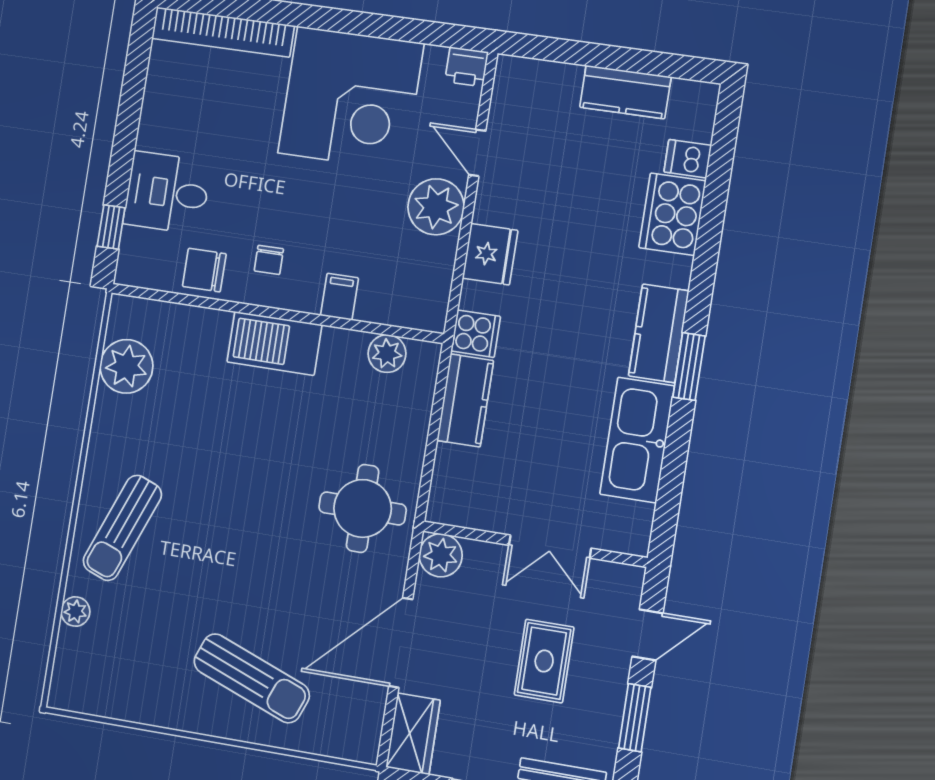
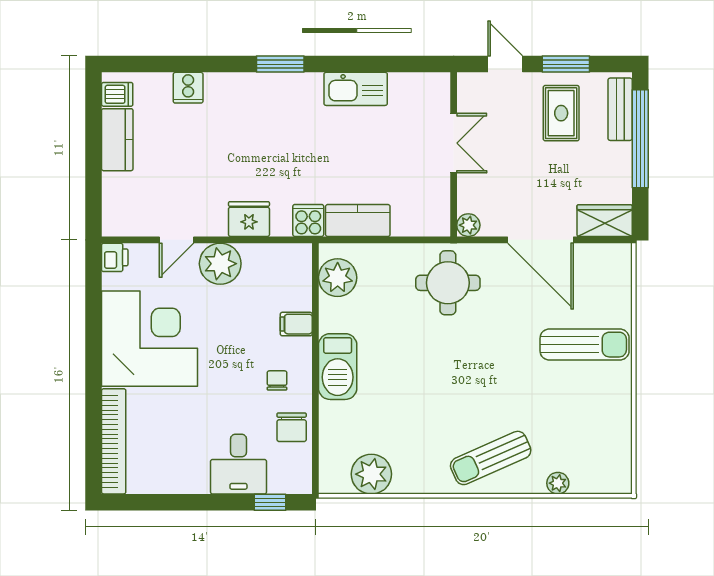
dishwasher: (688, 159) -> (117, 94), moved, turned -90
cooker: (672, 214) -> (188, 88), width x0.53, depth x0.76
chair: (269, 260) -> (277, 380), turned -90
kitchen counter: (659, 333) -> (288, 89), removed
plant: (387, 354) -> (338, 278), width x1.36, depth x1.36
window: (689, 367) -> (280, 64), moved
kitchen sink: (637, 440) -> (356, 89), width x0.73, depth x0.81
sun lounger: (122, 528) -> (491, 458), turned 135
plant: (441, 555) -> (468, 225), width x0.73, depth x0.73
rug: (544, 661) -> (561, 113), moved, turned 90
sun lounger: (252, 678) -> (585, 345), turned 69

